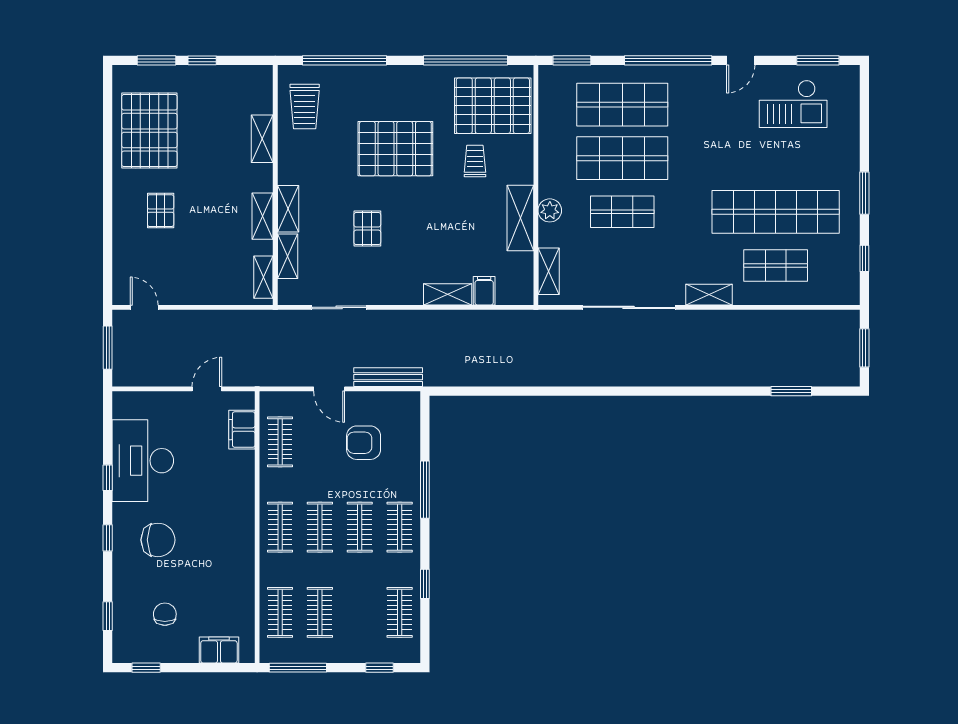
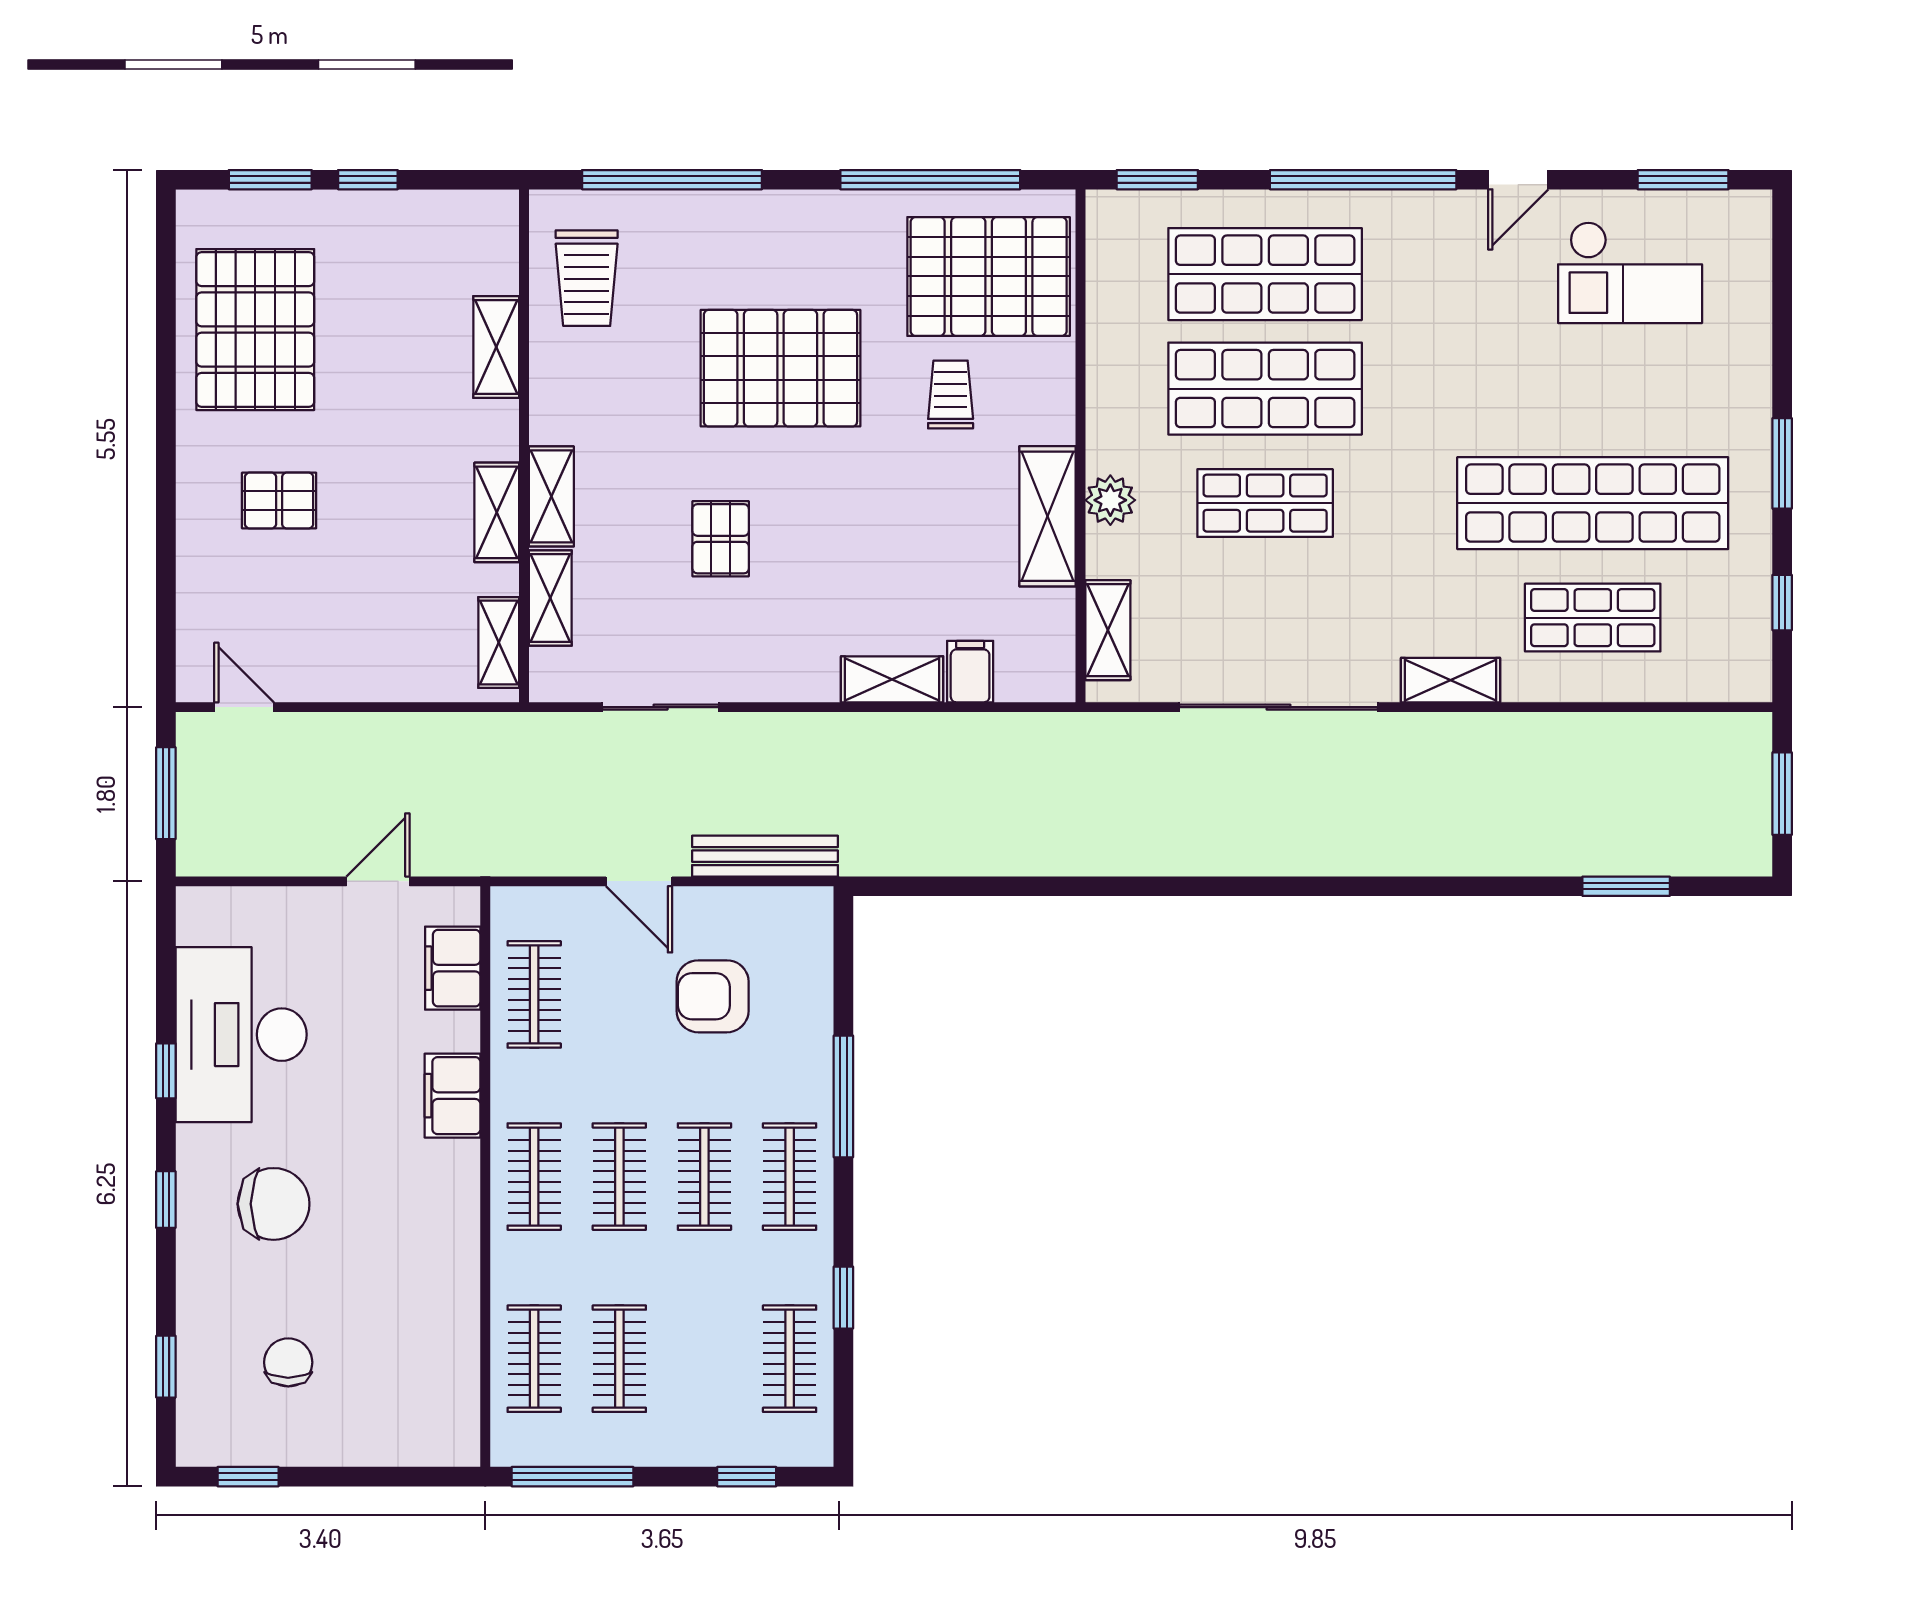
pallet: (161, 211) -> (279, 501), turned 90
filing cabinet: (219, 650) -> (452, 1096), moved, turned -90

